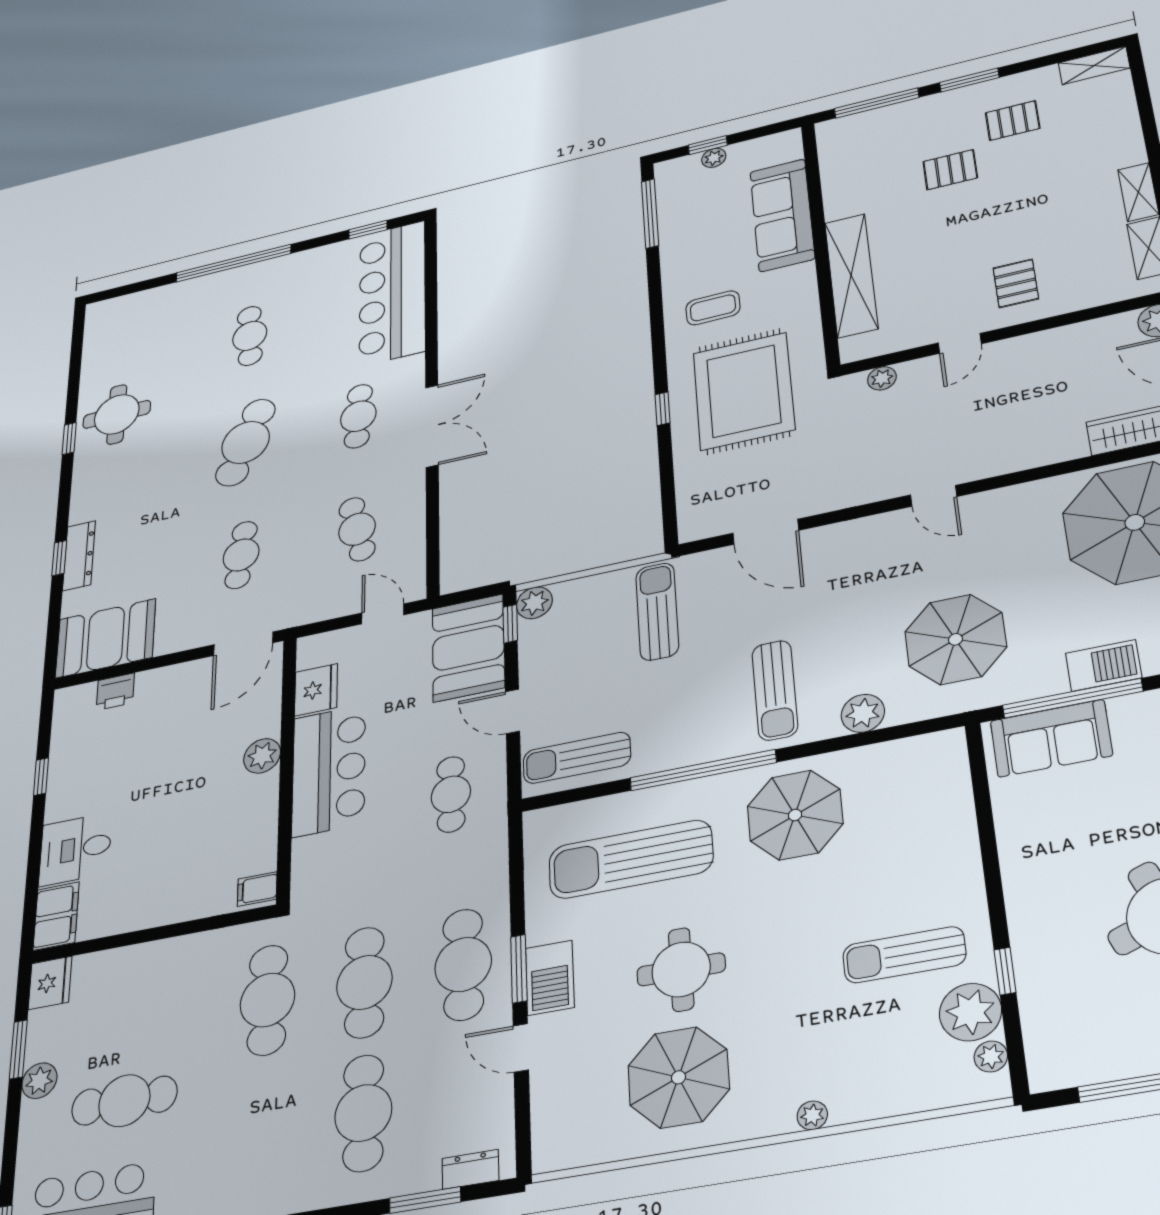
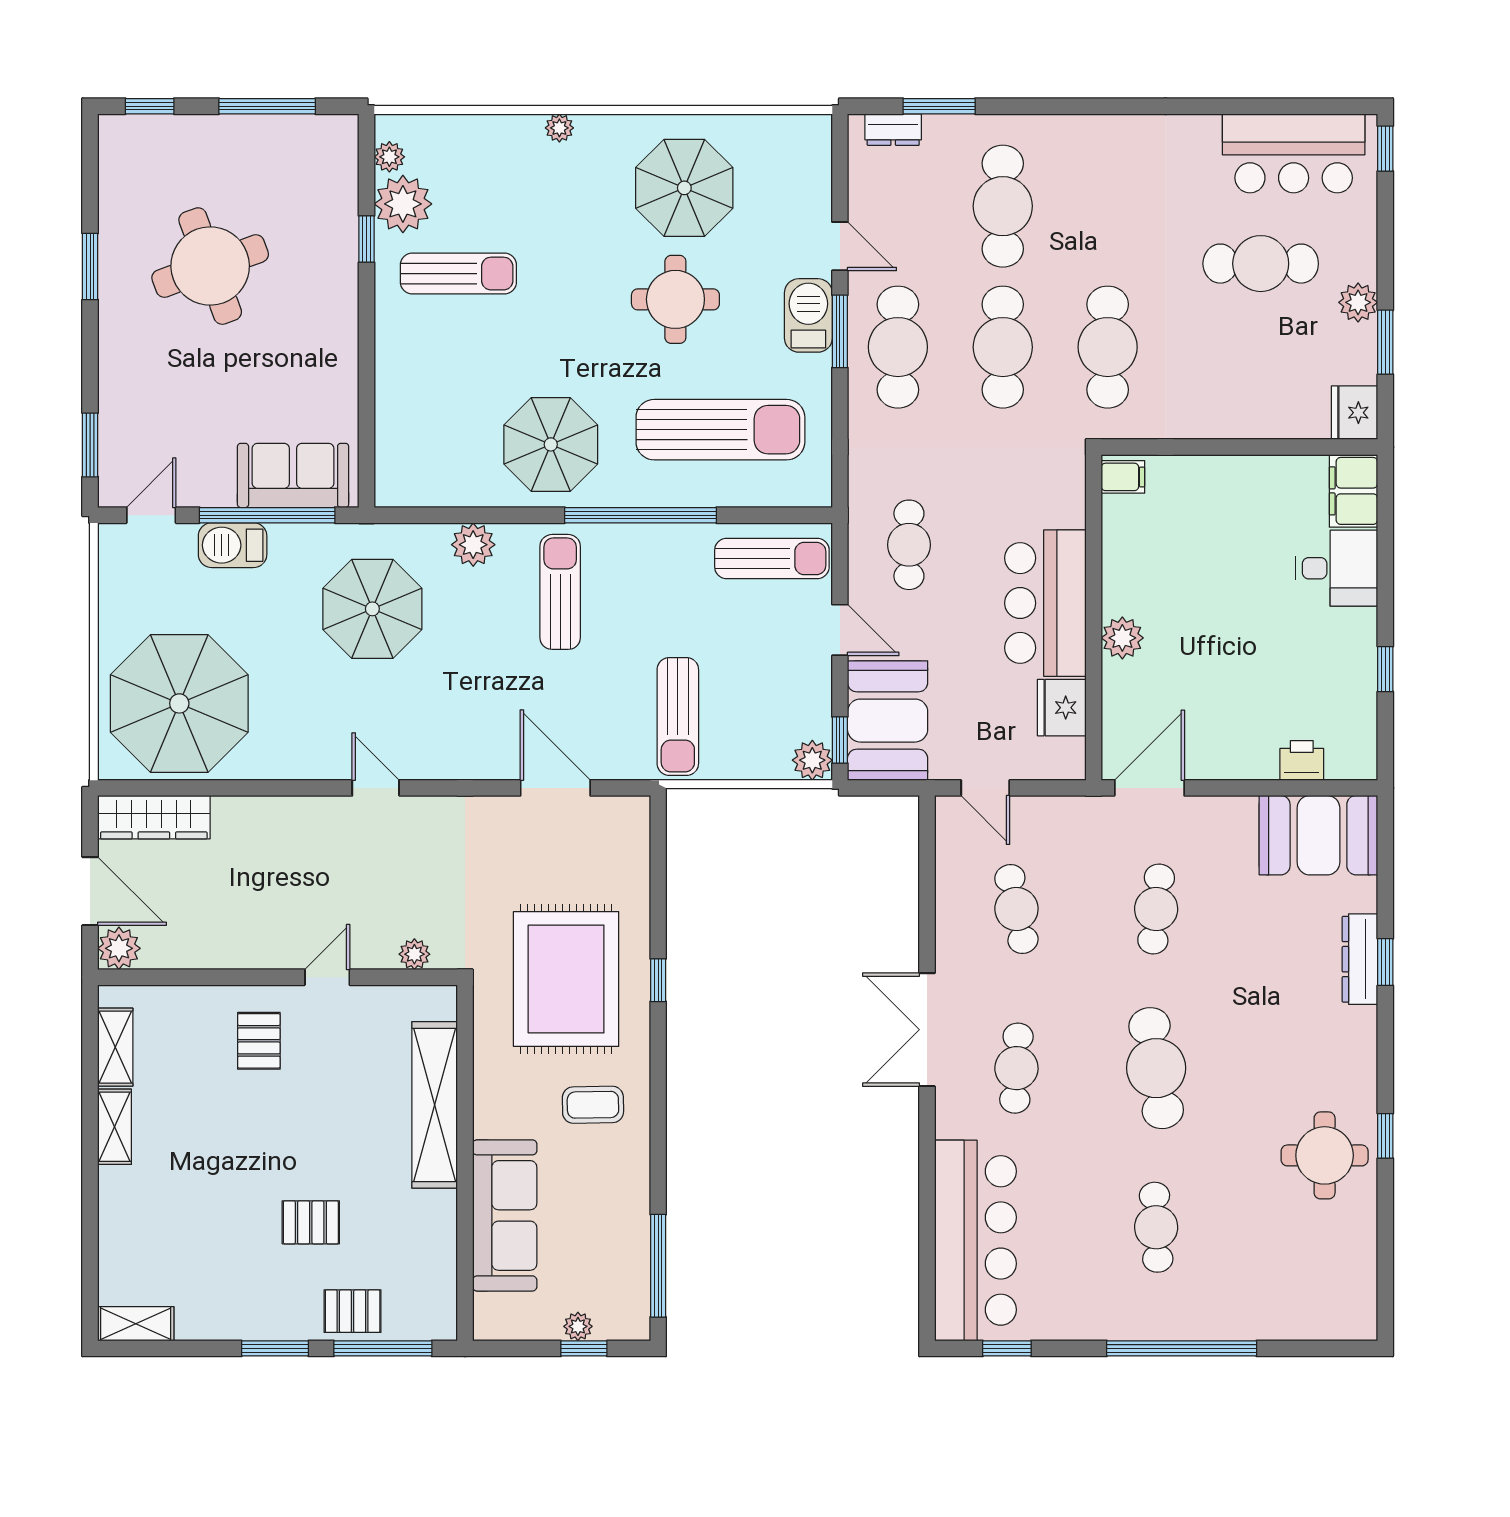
pallet: (1013, 121) -> (353, 1311), moved
cafe table: (246, 442) -> (1156, 1068), turned -30

